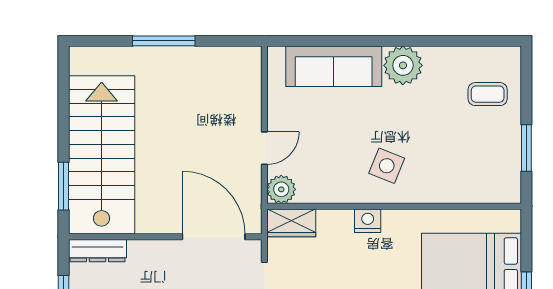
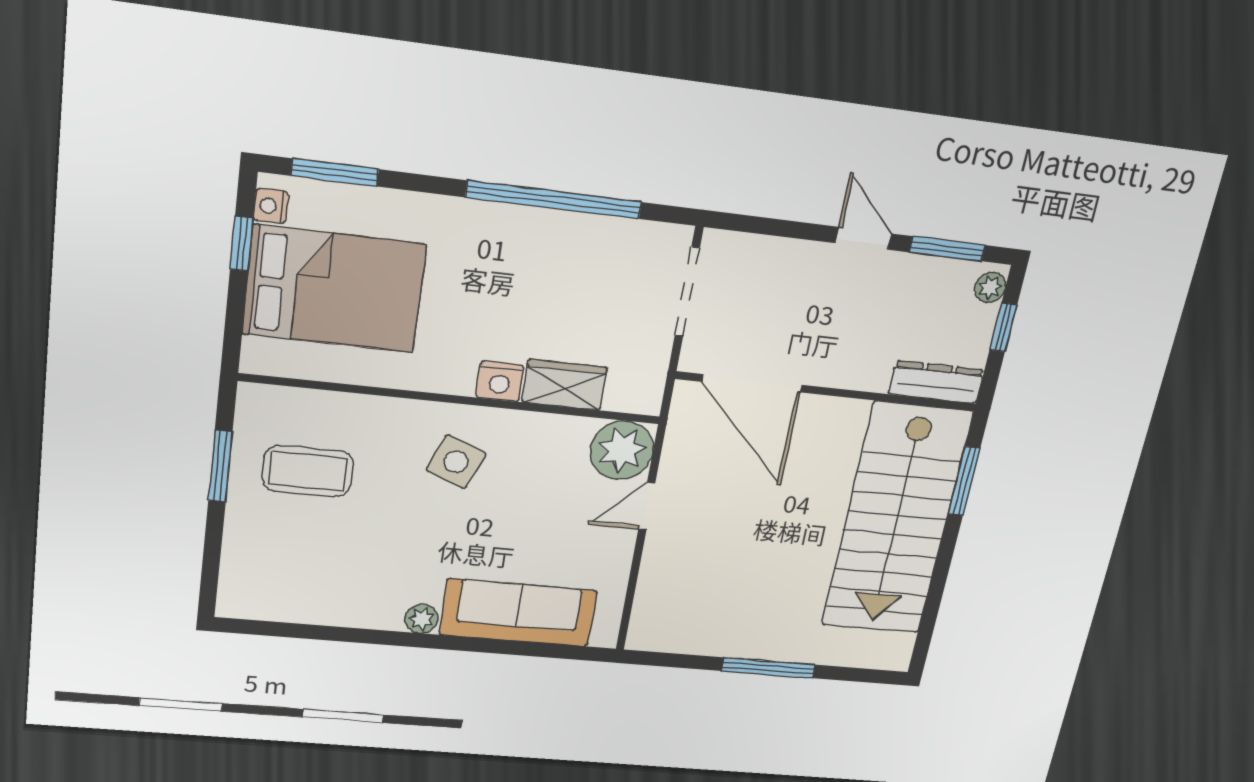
plant: (403, 65) -> (421, 619), width x0.53, depth x0.53
coffee table: (488, 94) -> (308, 471), moved, width x1.36, depth x1.30
plant: (281, 189) -> (622, 450), width x1.36, depth x1.36
wardrobe: (291, 223) -> (564, 385), moved

